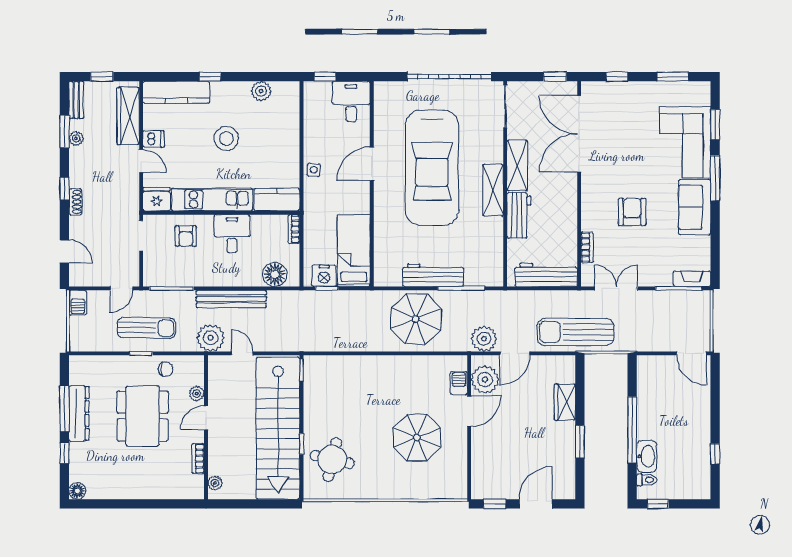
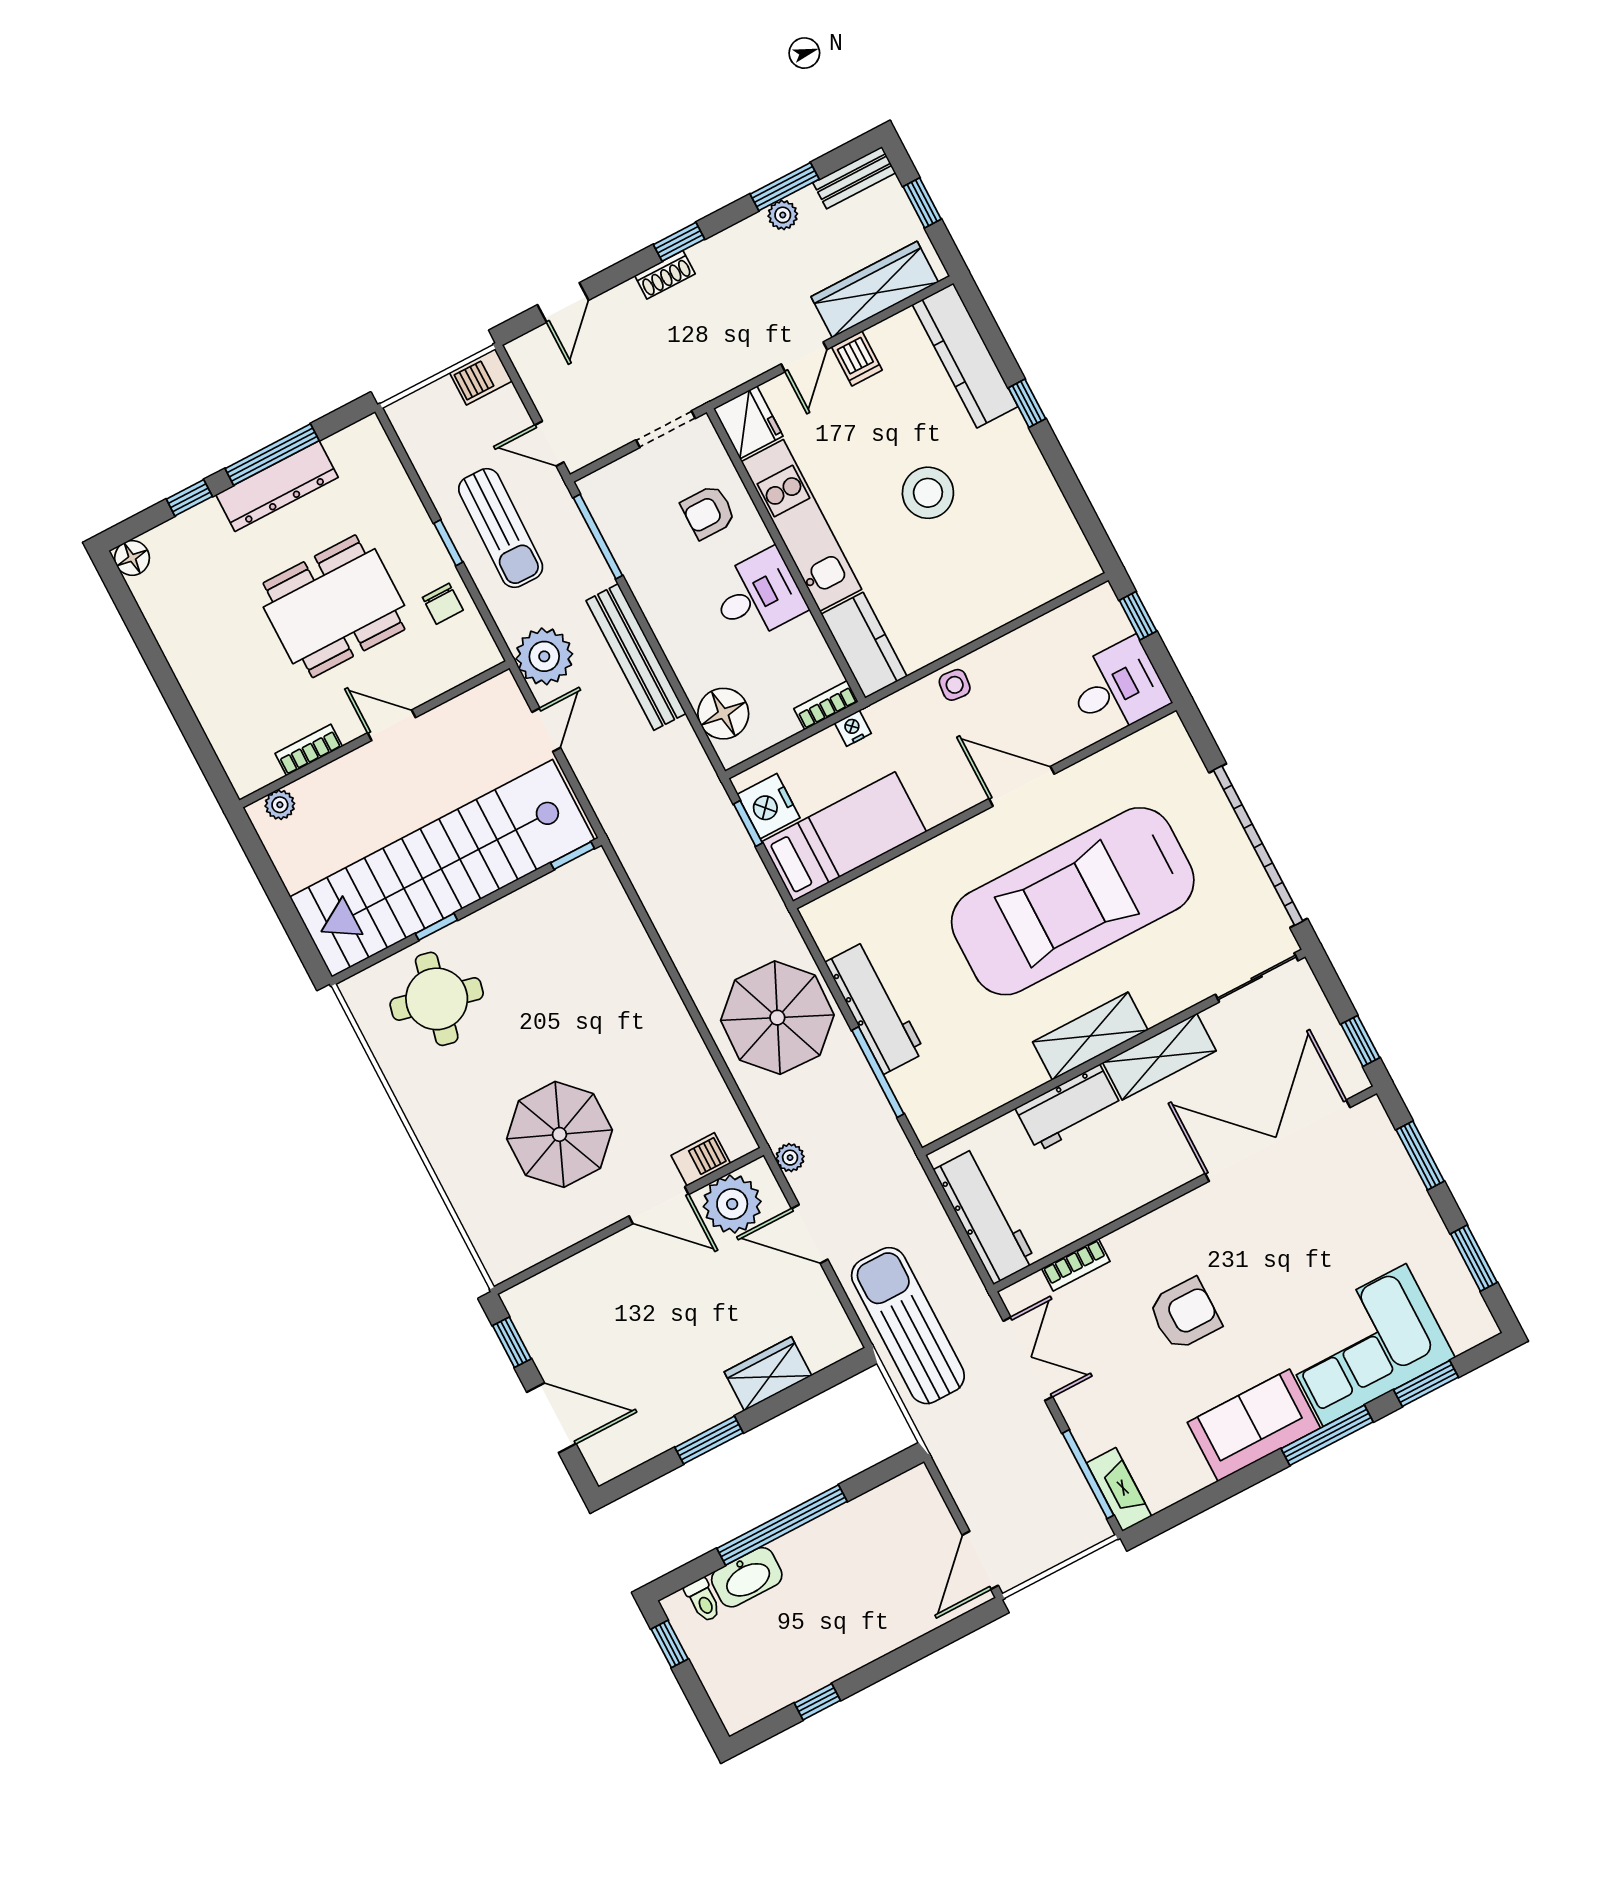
window: (617, 77) -> (1420, 1156), width x1.50
plant: (261, 91) -> (1049, 511), removed
nightstand: (310, 223) -> (853, 728), added
plant: (484, 339) -> (790, 1158), width x0.53, depth x0.53
plant: (197, 393) -> (428, 684), removed

